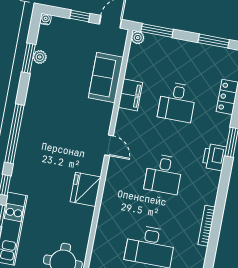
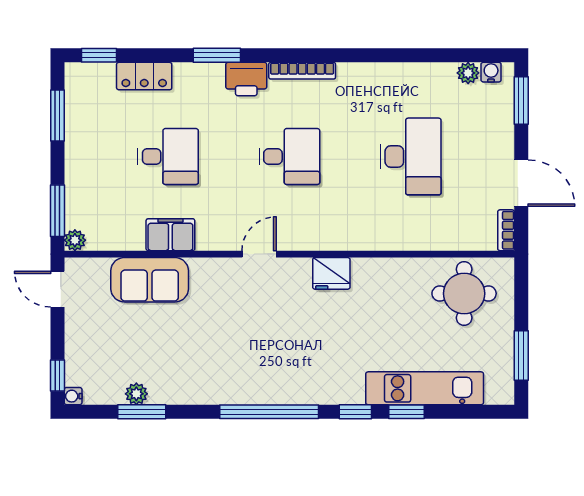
window: (80, 16) -> (57, 376), moved
fridge: (86, 189) -> (331, 273), width x0.73, depth x0.75
bookcase: (207, 226) -> (302, 71), moved

